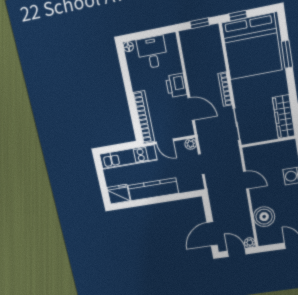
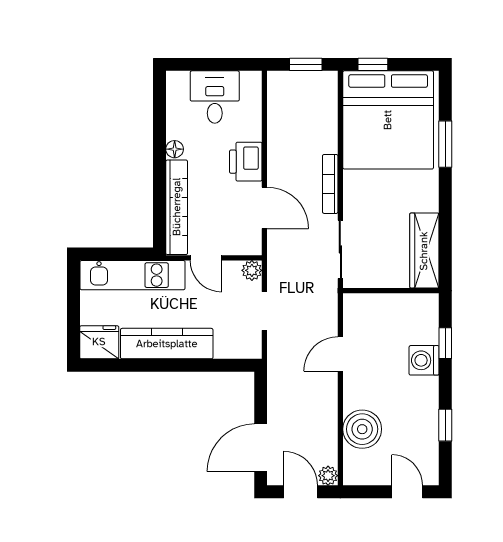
floor lamp: (128, 47) -> (175, 149), moved
door: (246, 180) -> (340, 354), swing flipped

